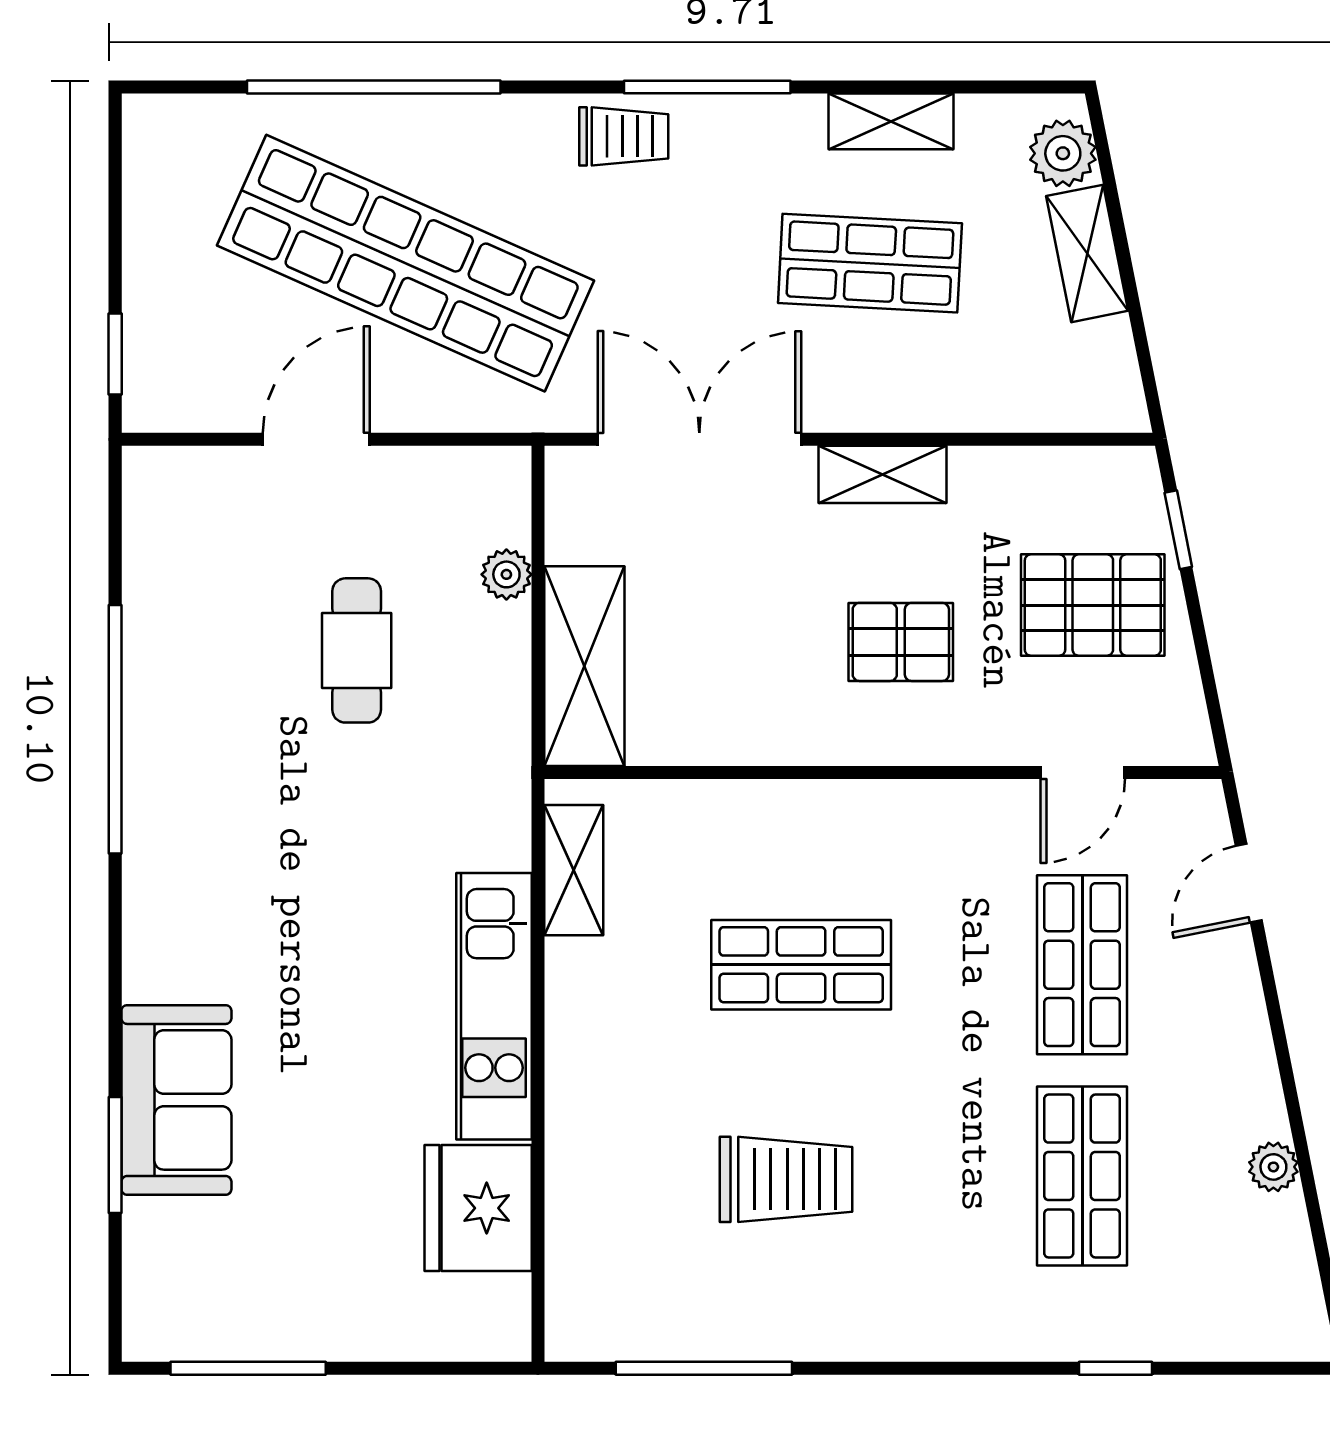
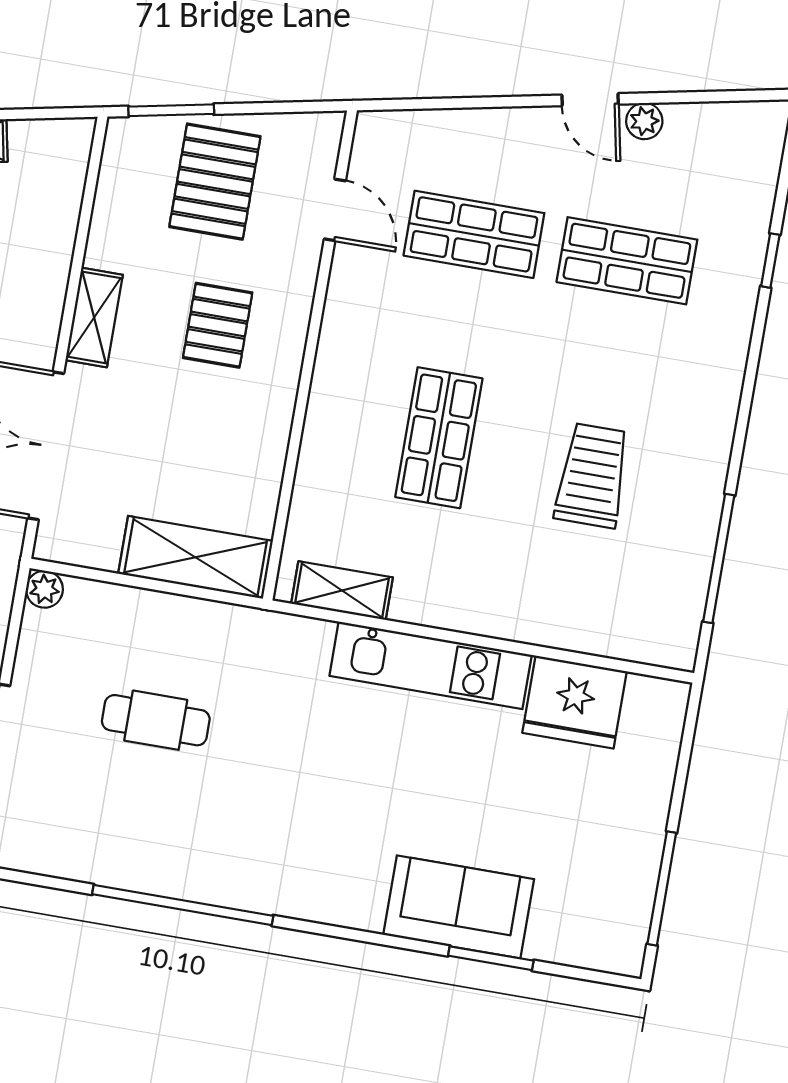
window: (1178, 530) -> (171, 110), width x1.50
plant: (506, 574) -> (44, 589), moved
door: (1249, 883) -> (590, 100), moved

